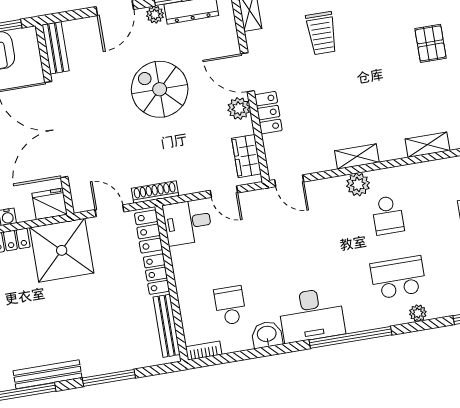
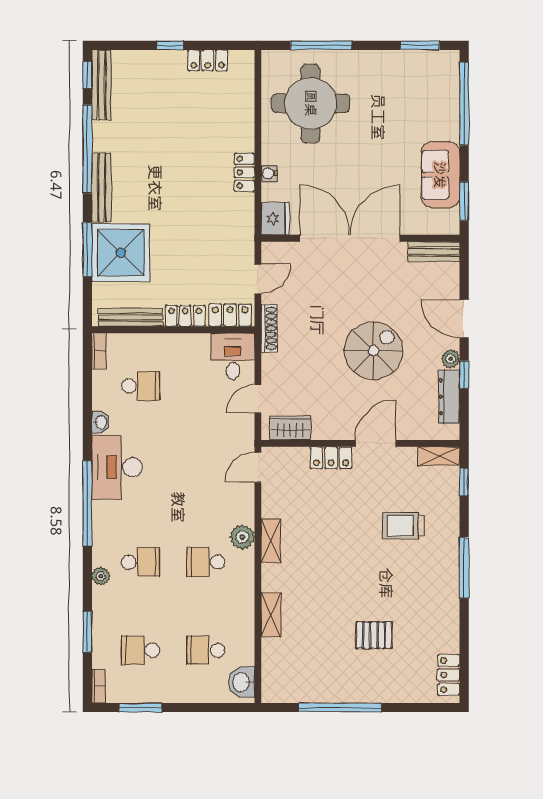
plant: (239, 108) -> (340, 428), removed
shower: (62, 250) -> (121, 253), moved
school desk: (398, 277) -> (141, 562), width x0.54
washbasin: (267, 335) -> (101, 422), width x0.72, depth x0.69

